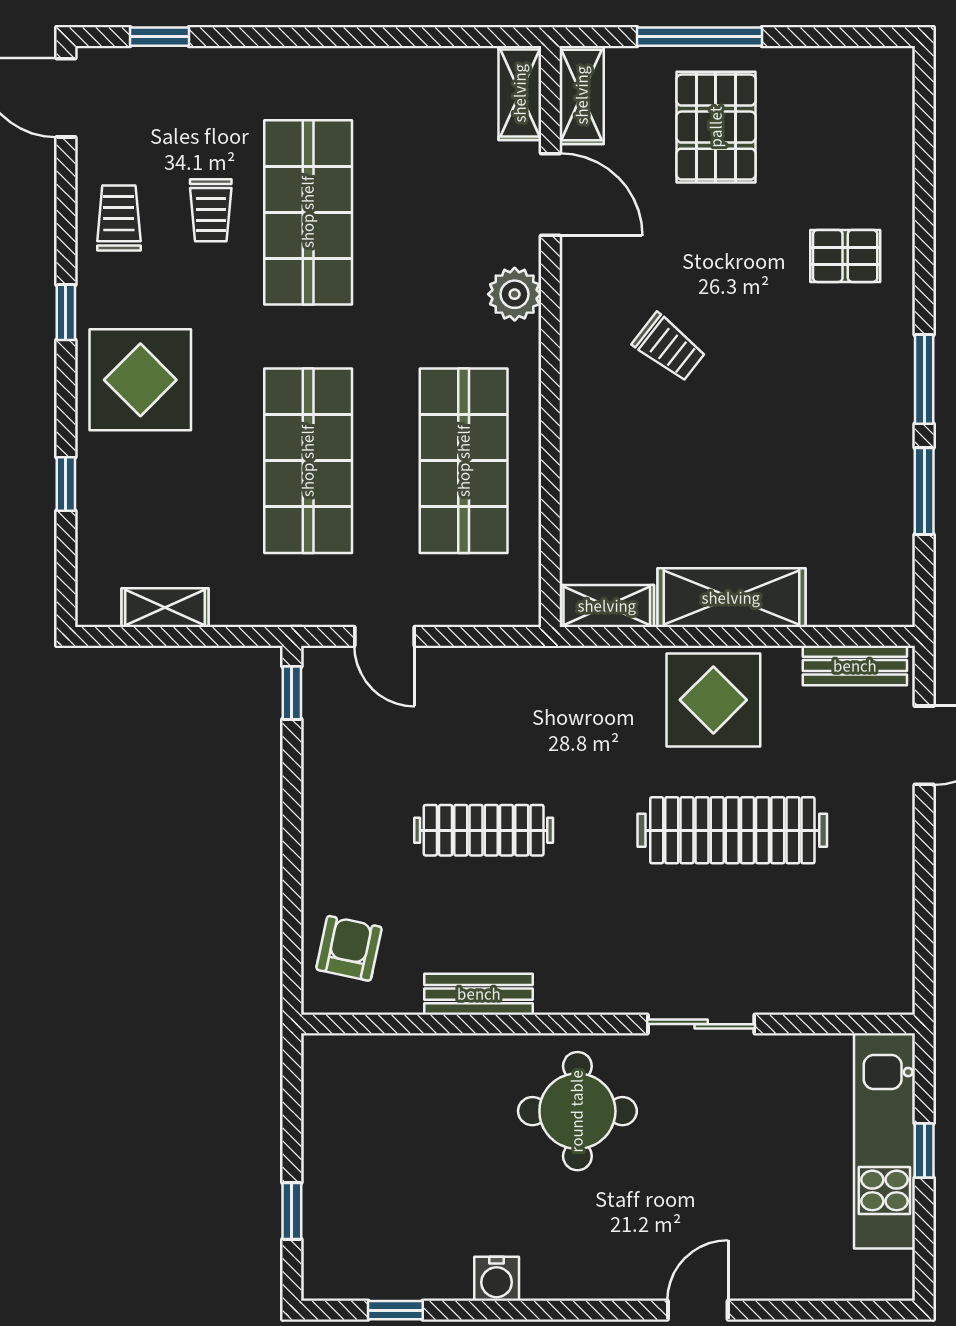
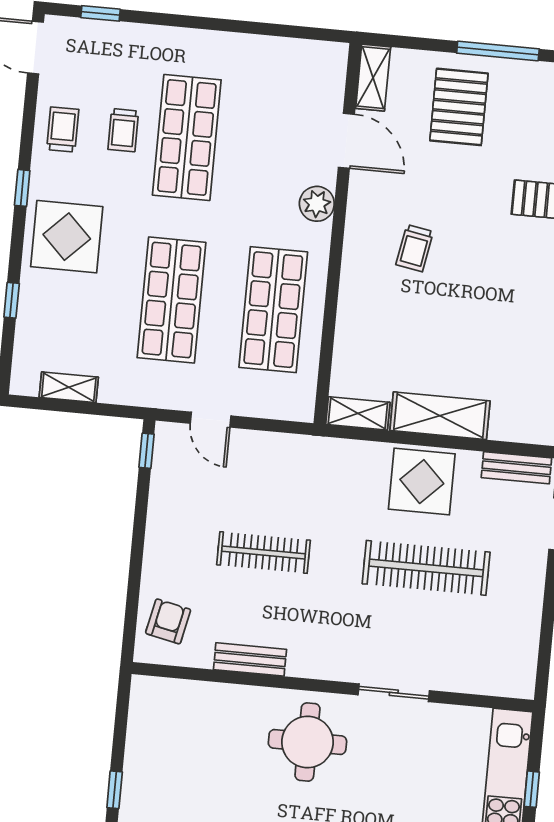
window: (700, 37) -> (498, 51), moved
shelving: (520, 93) -> (333, 73), removed
trolley: (669, 347) -> (415, 248), turned 62

